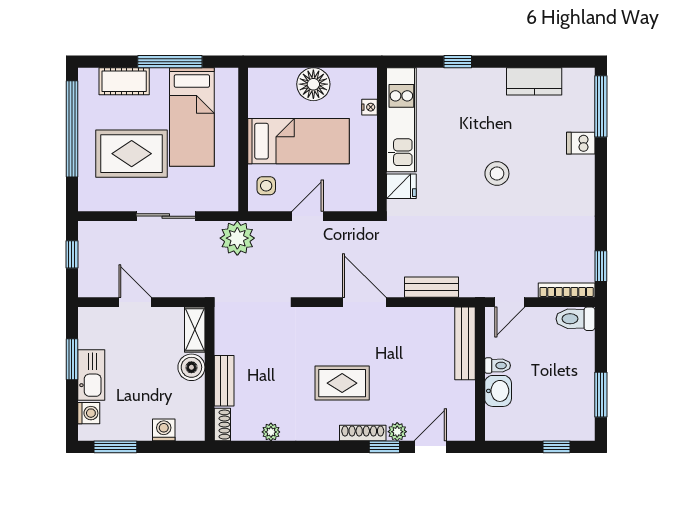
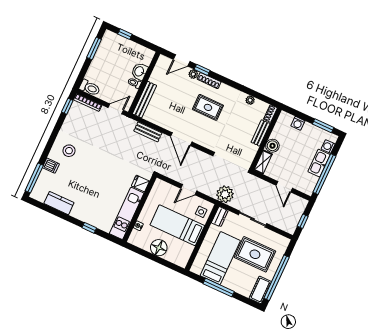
cot: (124, 81) -> (260, 290), moved, turned 90
stool: (497, 174) -> (69, 151), moved
dresser: (228, 193) -> (220, 217), added
window: (72, 359) -> (324, 174), width x2.11

